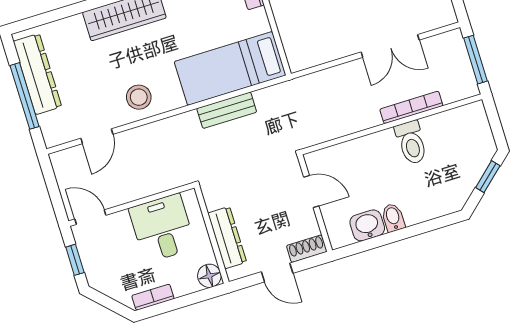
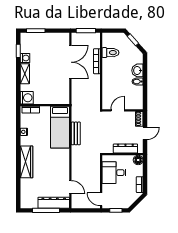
double door: (390, 46) -> (70, 62), width x1.37
dresser: (37, 74) -> (54, 203), moved
stool: (139, 97) -> (60, 166), removed
toilet: (411, 143) -> (110, 53), moved
door: (90, 217) -> (101, 199), hinge flipped
washbasin: (367, 225) -> (137, 70), moved

